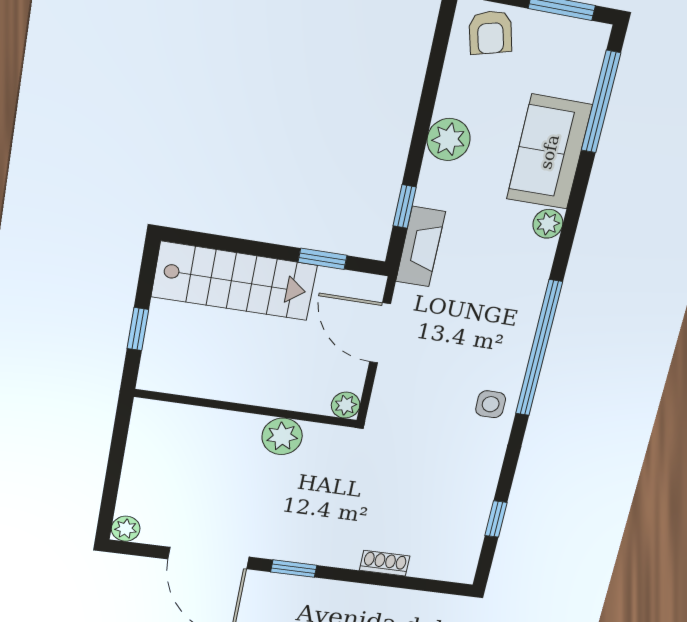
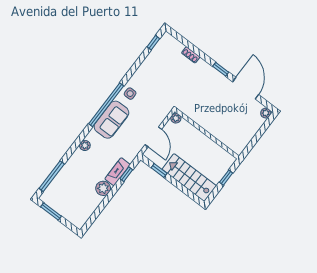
armchair: (490, 32) -> (76, 215), removed
sofa: (549, 152) -> (111, 120), moved
fireplace: (420, 247) -> (118, 172), moved
plant: (282, 436) -> (201, 118), removed
window: (496, 519) -> (153, 43), moved

